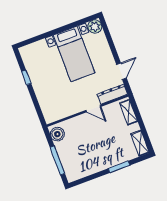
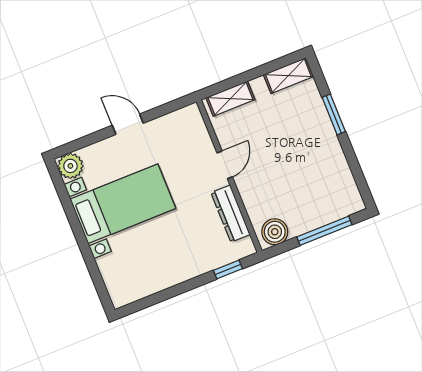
door: (121, 71) -> (128, 124), moved
window: (26, 78) -> (228, 269), moved
dresser: (112, 94) -> (231, 214), moved

